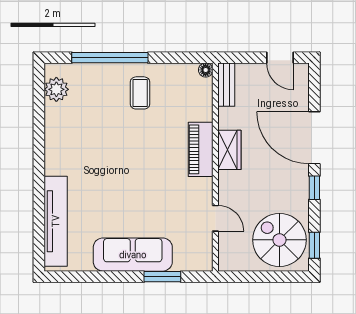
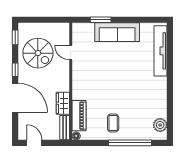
piano: (201, 149) -> (79, 116), moved
wardrobe: (229, 150) -> (63, 103), moved
spiral stairs: (279, 240) -> (38, 53), moved

